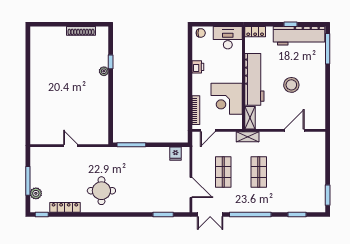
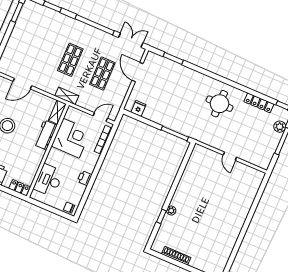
desk: (228, 38) -> (49, 180), moved, turned 90
workbench: (254, 79) -> (45, 135), width x0.53, depth x0.76

